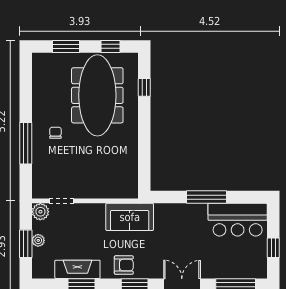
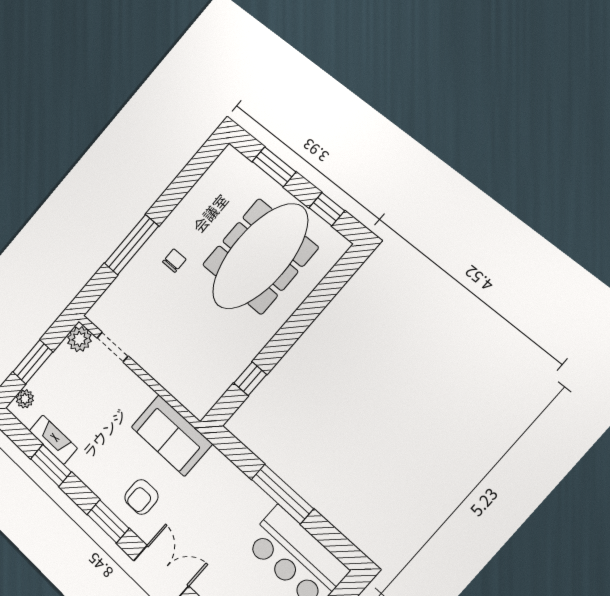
window: (144, 87) -> (250, 379), moved
plant: (38, 240) -> (25, 399), moved
armchair: (124, 265) -> (141, 497), moved, turned 90
fireplace: (77, 269) -> (53, 440), width x0.73, depth x0.76

